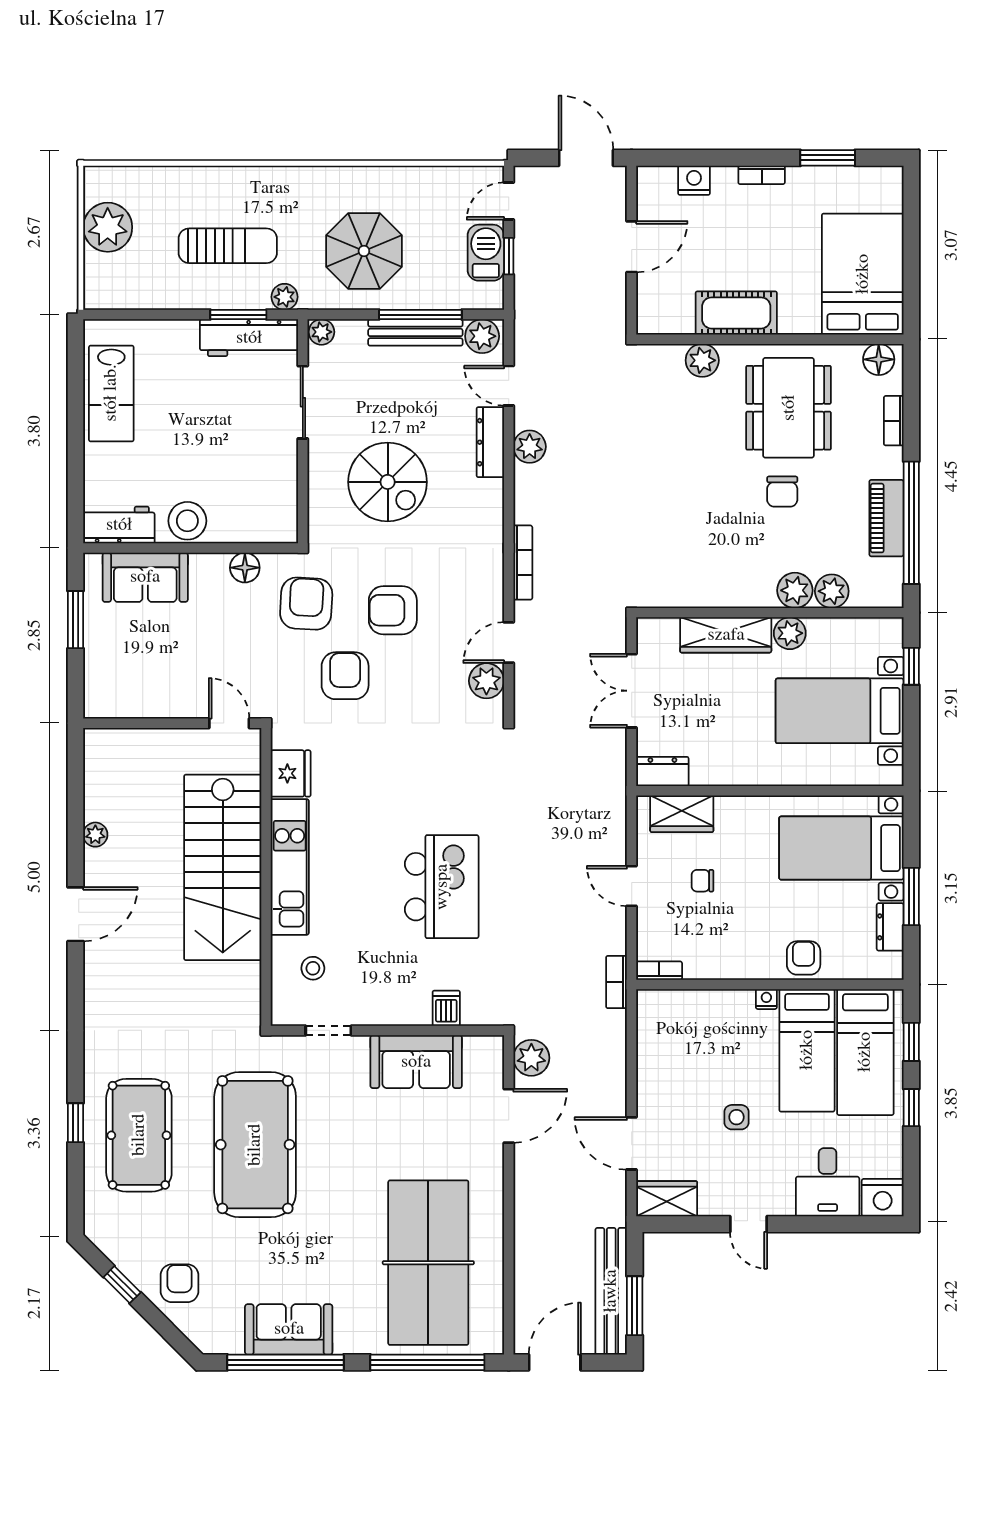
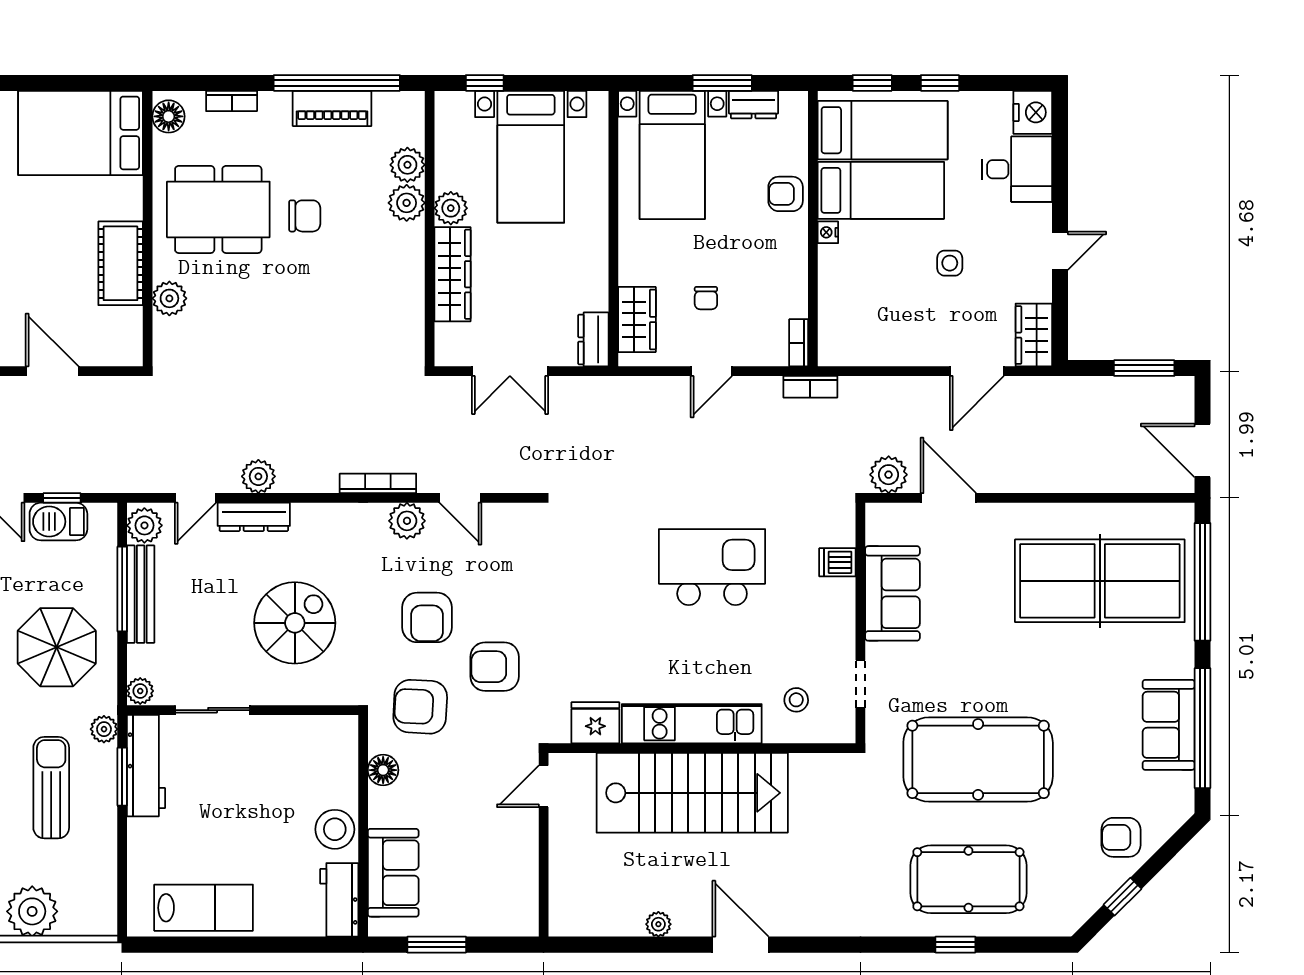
plant: (486, 681) -> (407, 521), moved
bench: (611, 1291) -> (1129, 392), removed

